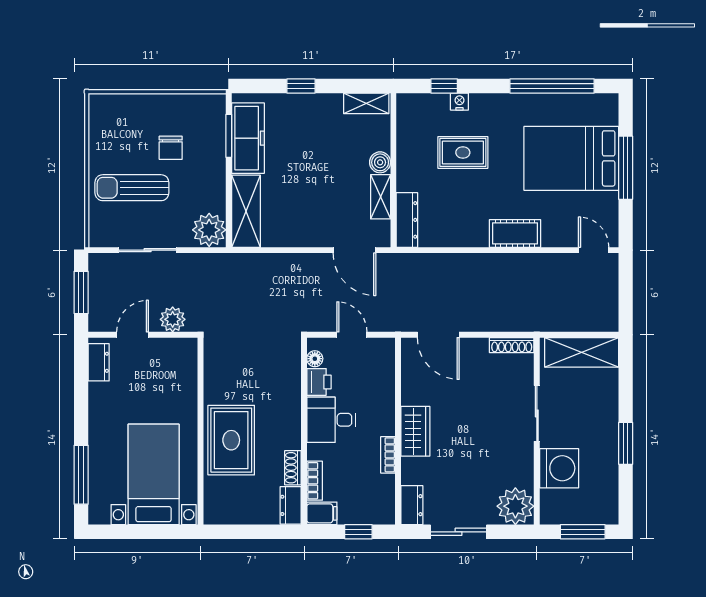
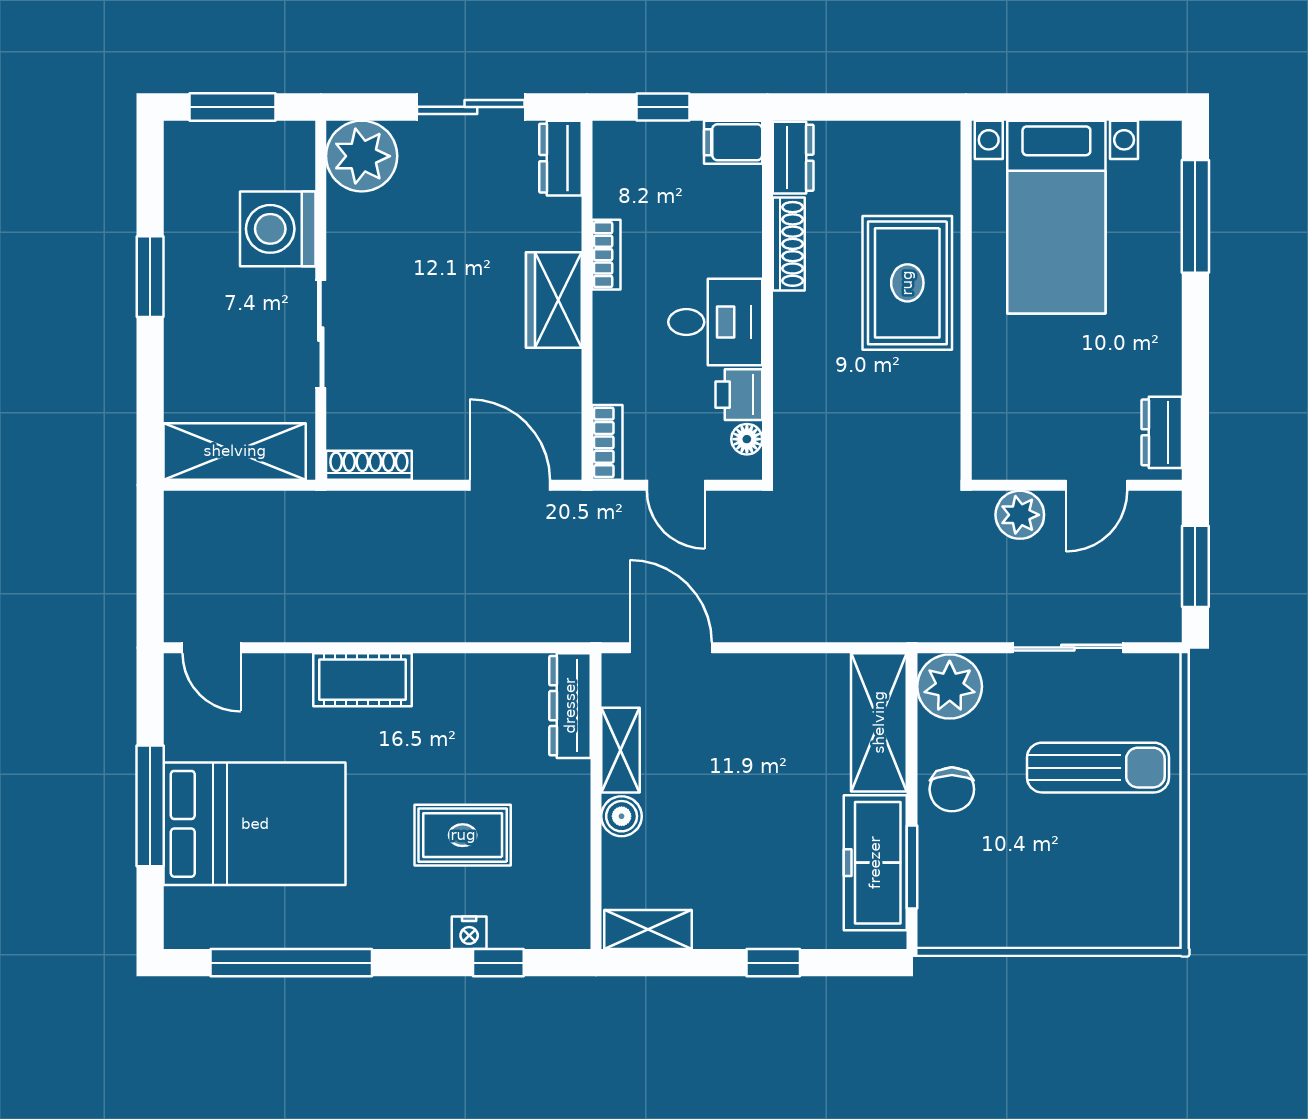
chair: (171, 148) -> (952, 789), moved, turned 180
shoe rack: (293, 468) -> (789, 244), width x1.43
bookcase: (315, 481) -> (607, 442), moved, turned 180

